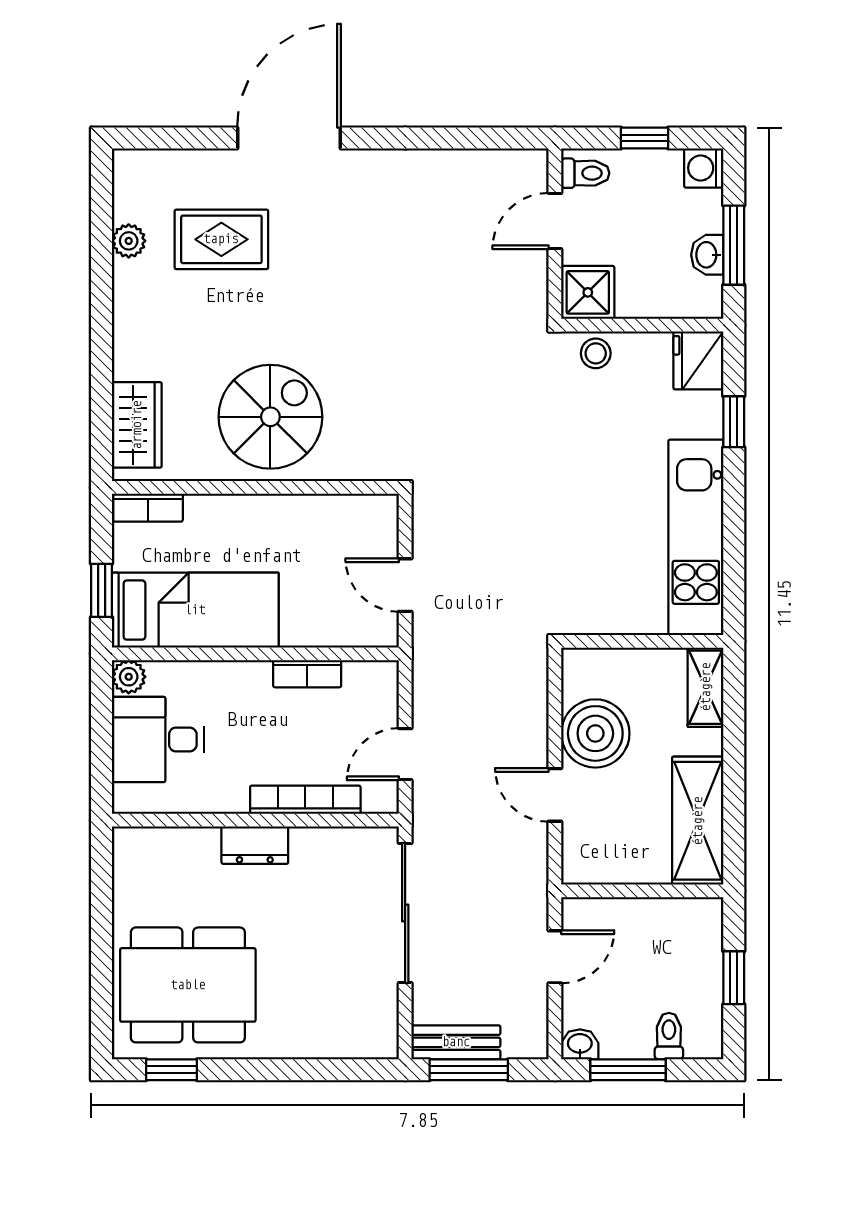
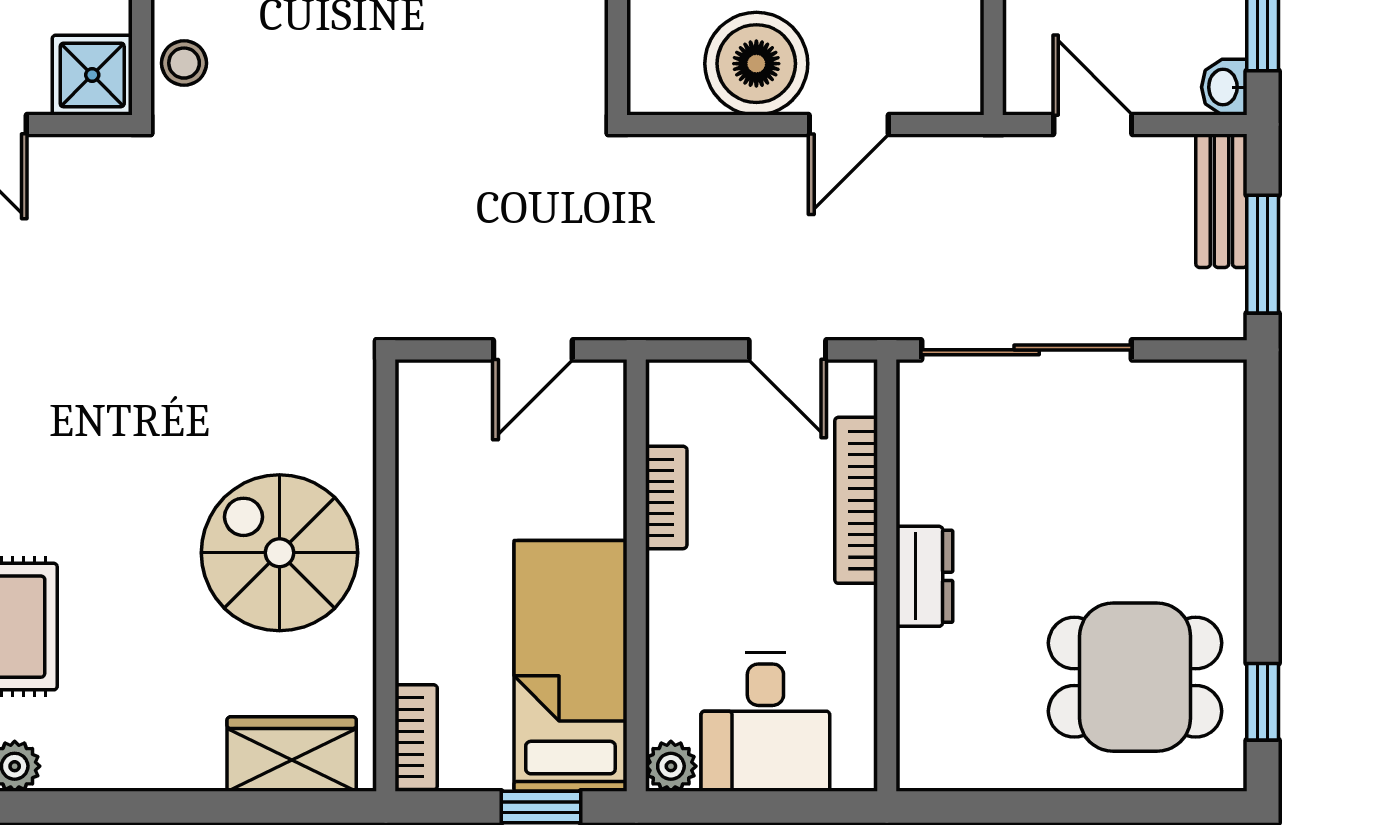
dining table: (188, 985) -> (1135, 677), width x0.73
bench: (456, 1042) -> (1221, 201), moved

